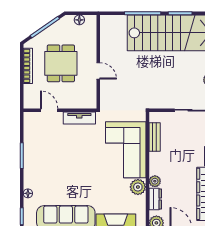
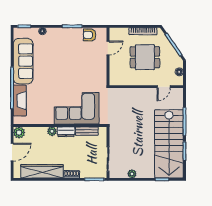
door: (98, 71) -> (164, 87), moved
tv unit: (79, 118) -> (102, 72), removed
armchair: (33, 133) -> (90, 35), added
plant: (138, 187) -> (47, 118), removed
dresser: (155, 199) -> (66, 132), moved

